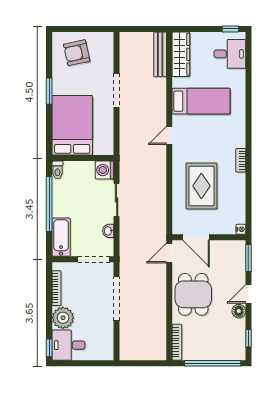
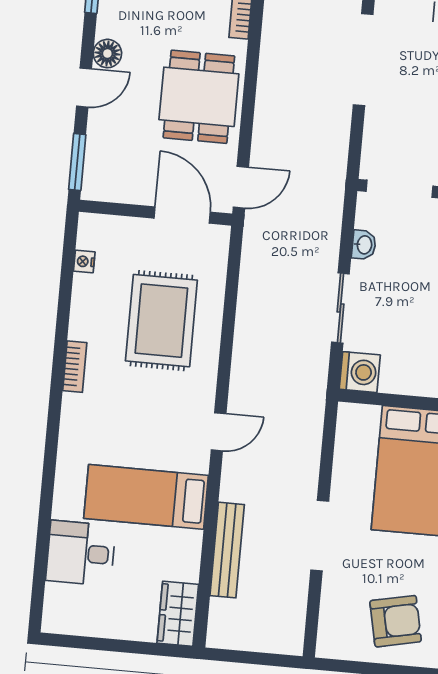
window: (230, 29) -> (72, 641), removed
bench: (160, 54) -> (227, 550), moved
wardrobe: (181, 54) -> (178, 614), width x0.67
desk: (230, 54) -> (81, 553), moved
nightstand: (241, 229) -> (84, 261), moved
doorway: (117, 299) -> (363, 60), moved

